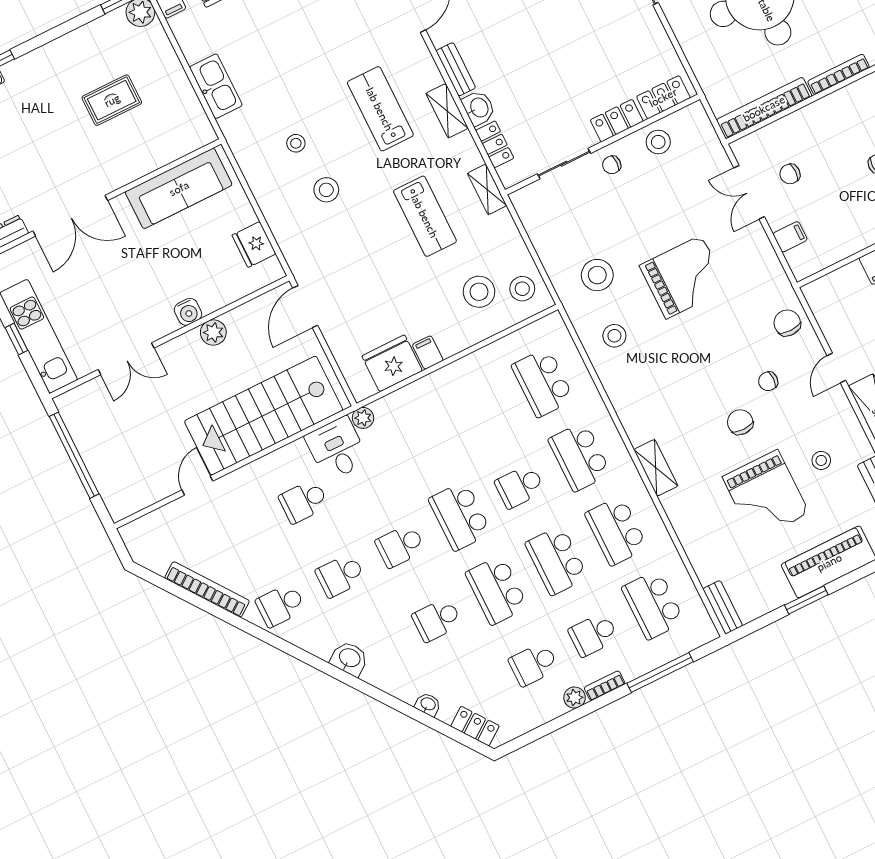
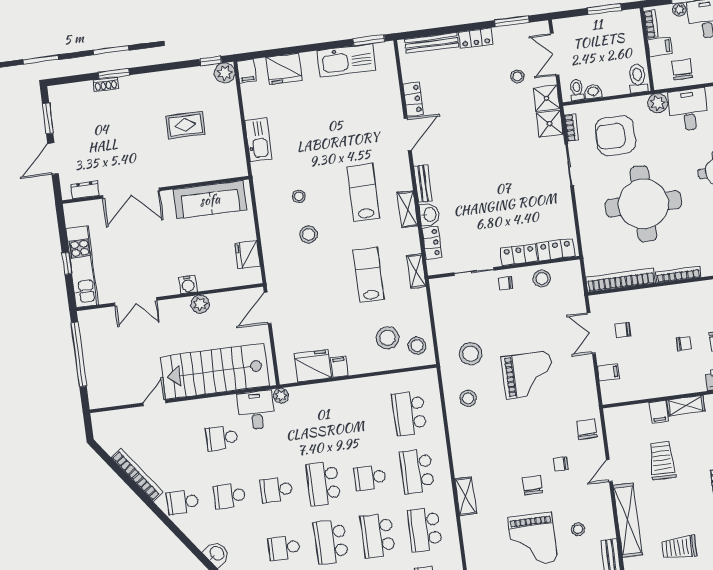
lab bench: (425, 216) -> (369, 275), turned 180

